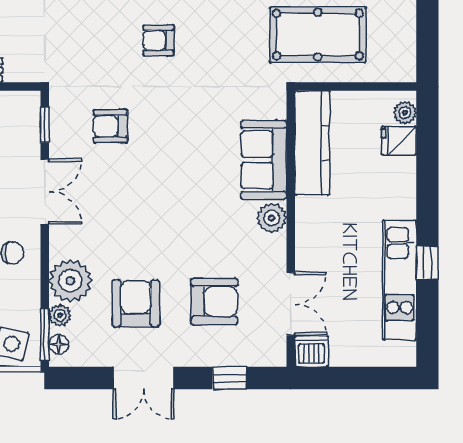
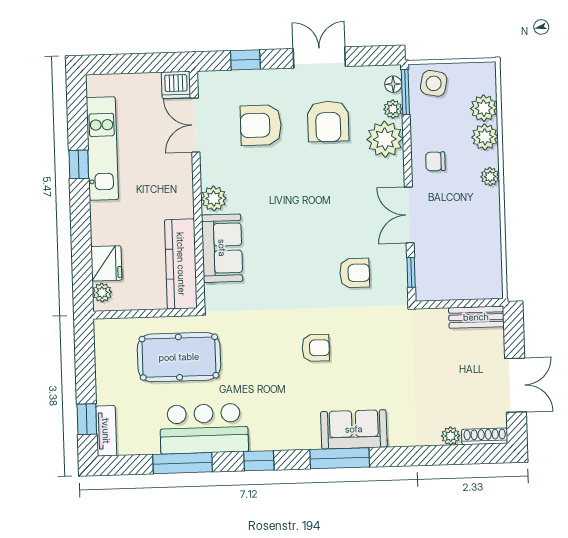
fridge: (399, 141) -> (106, 263), width x1.38

